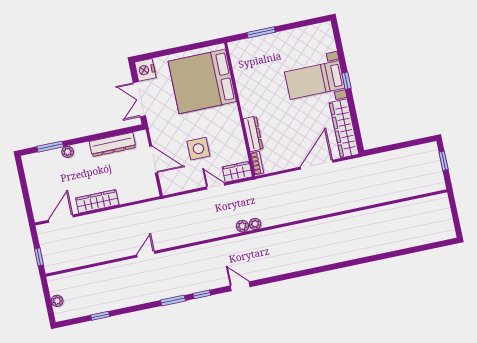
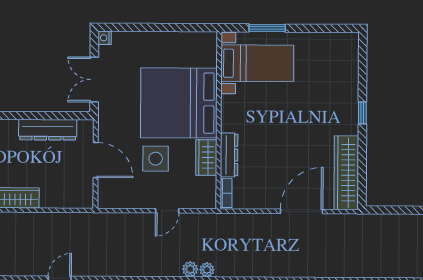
nightstand: (145, 70) -> (105, 38), width x0.53, depth x0.56
bed with nightstands: (315, 80) -> (257, 63), moved, turned 180
bed: (202, 81) -> (179, 103), moved
wardrobe: (237, 172) -> (206, 158), moved, turned -90
door: (216, 186) -> (167, 211), swing flipped

